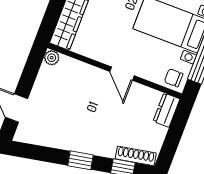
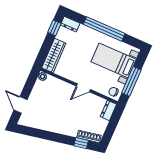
door: (122, 74) -> (83, 88), hinge flipped
window: (81, 160) -> (57, 138), removed

